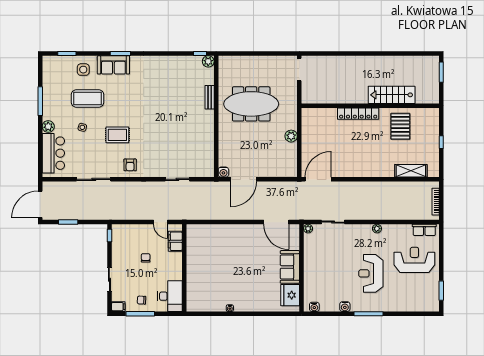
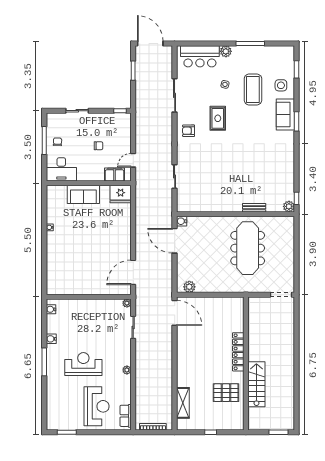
plant: (291, 136) -> (189, 287), moved
sofa: (290, 267) -> (83, 194), moved, turned 180
fridge: (290, 295) -> (121, 194), moved, turned 180
filing cabinet: (118, 307) -> (51, 119), removed

